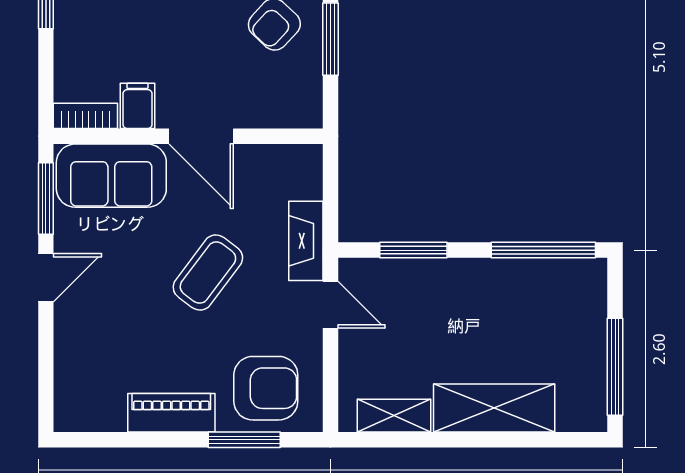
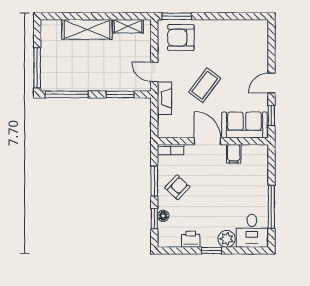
bookcase: (85, 116) -> (171, 150), moved
window: (46, 199) -> (271, 116), width x0.67
window: (615, 367) -> (37, 68), moved
piano: (171, 413) -> (220, 27), removed
window: (244, 440) -> (177, 16), moved

